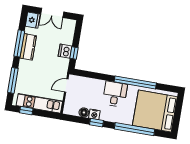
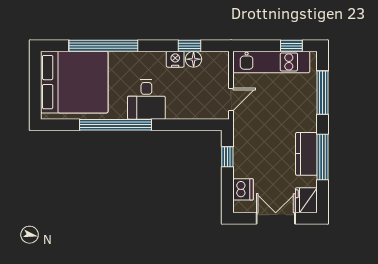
dishwasher: (65, 51) -> (243, 189), moved
window: (96, 123) -> (189, 46), moved

